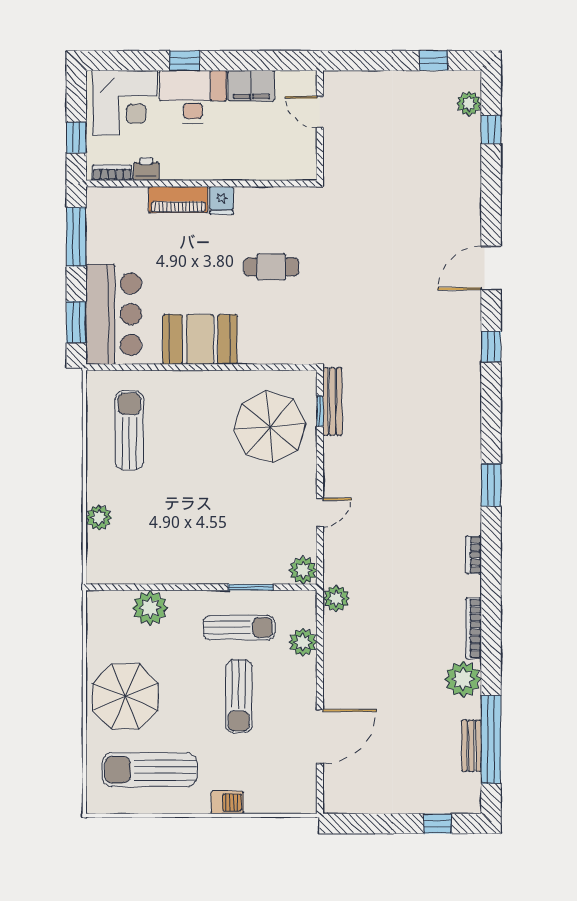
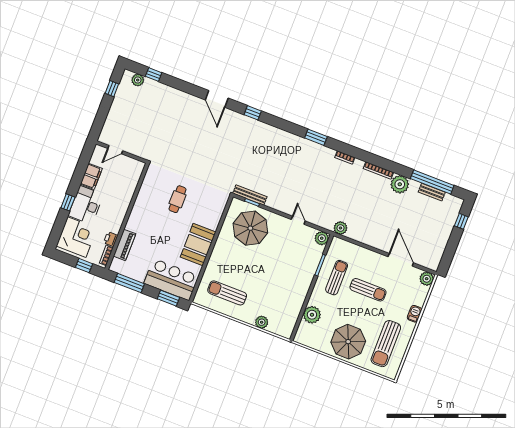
piano: (178, 200) -> (125, 245), moved
fridge: (222, 200) -> (138, 210), removed
plant: (303, 642) -> (427, 279), moved

